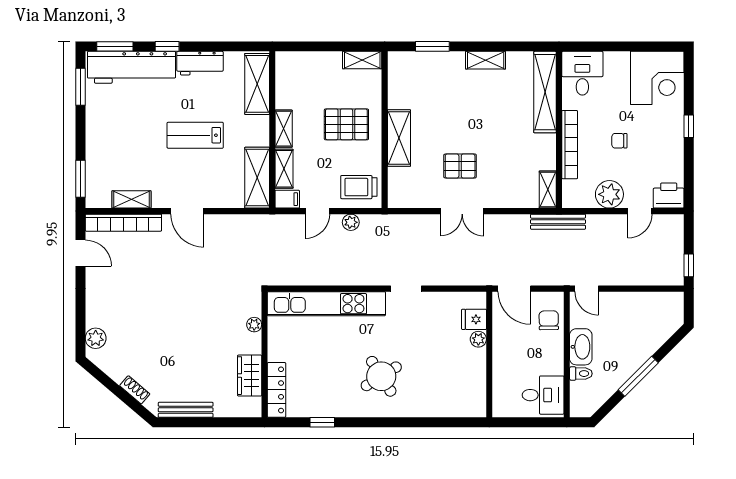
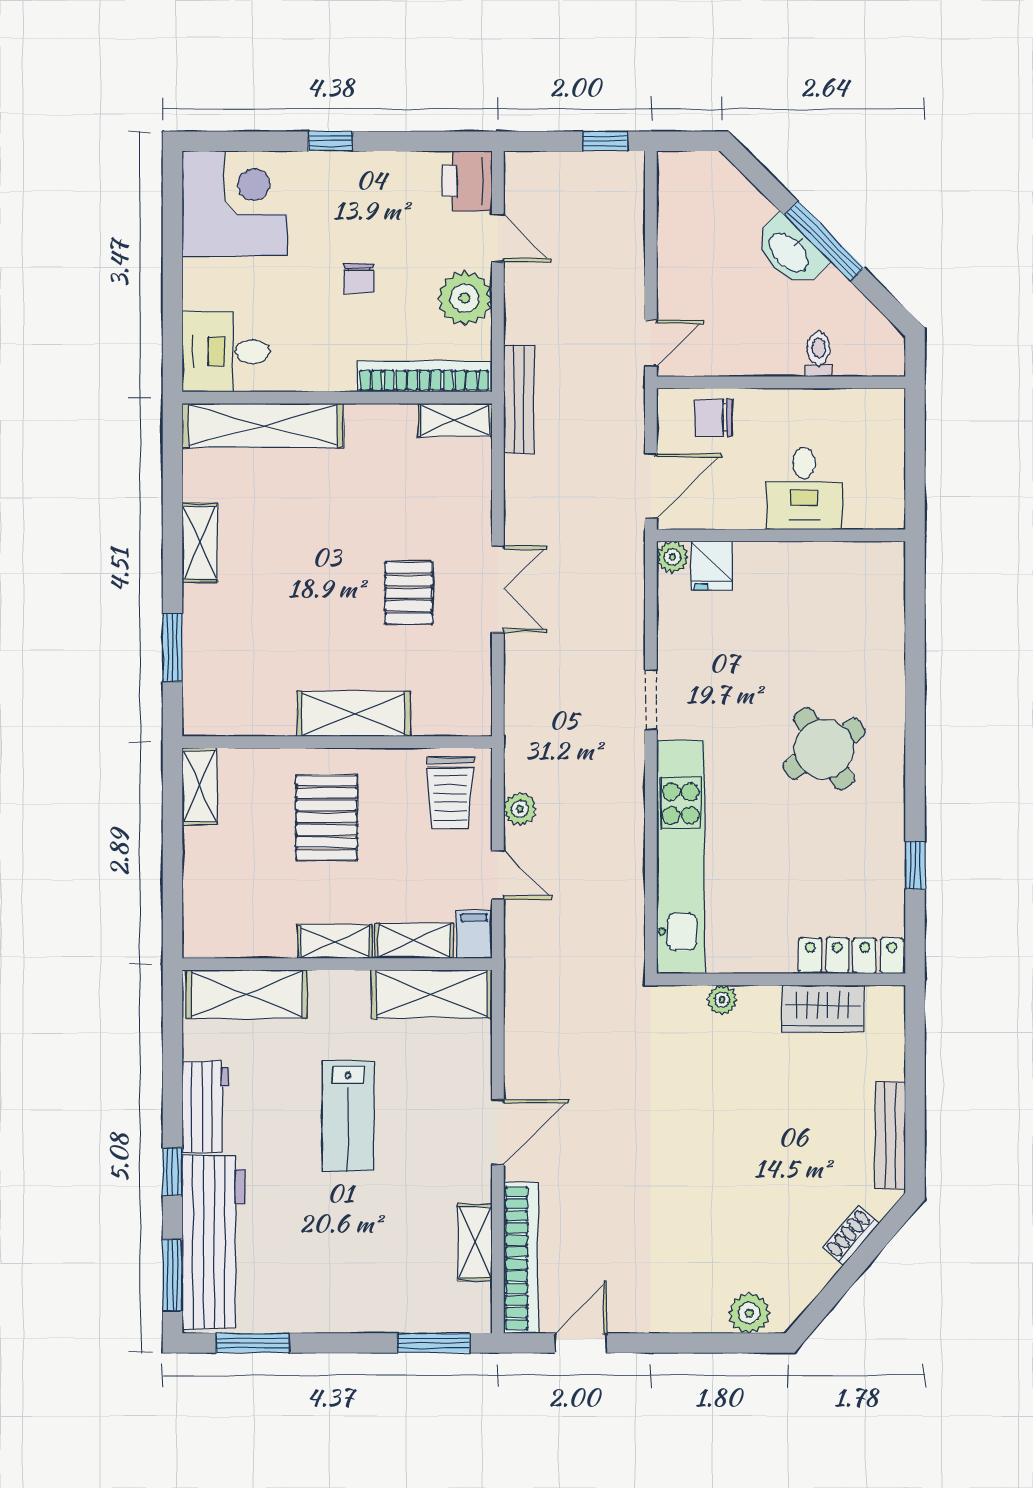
bookcase: (570, 145) -> (424, 377), moved
plant: (478, 339) -> (672, 557), moved
washbasin: (581, 347) -> (790, 252), moved, turned -135
desk: (543, 395) -> (804, 489), moved, turned 180

